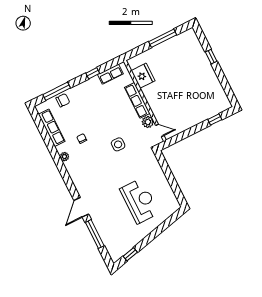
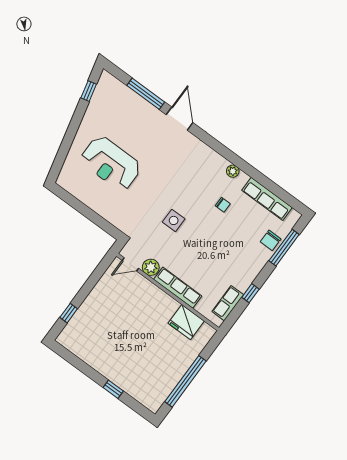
window: (163, 38) -> (186, 381), width x1.46

